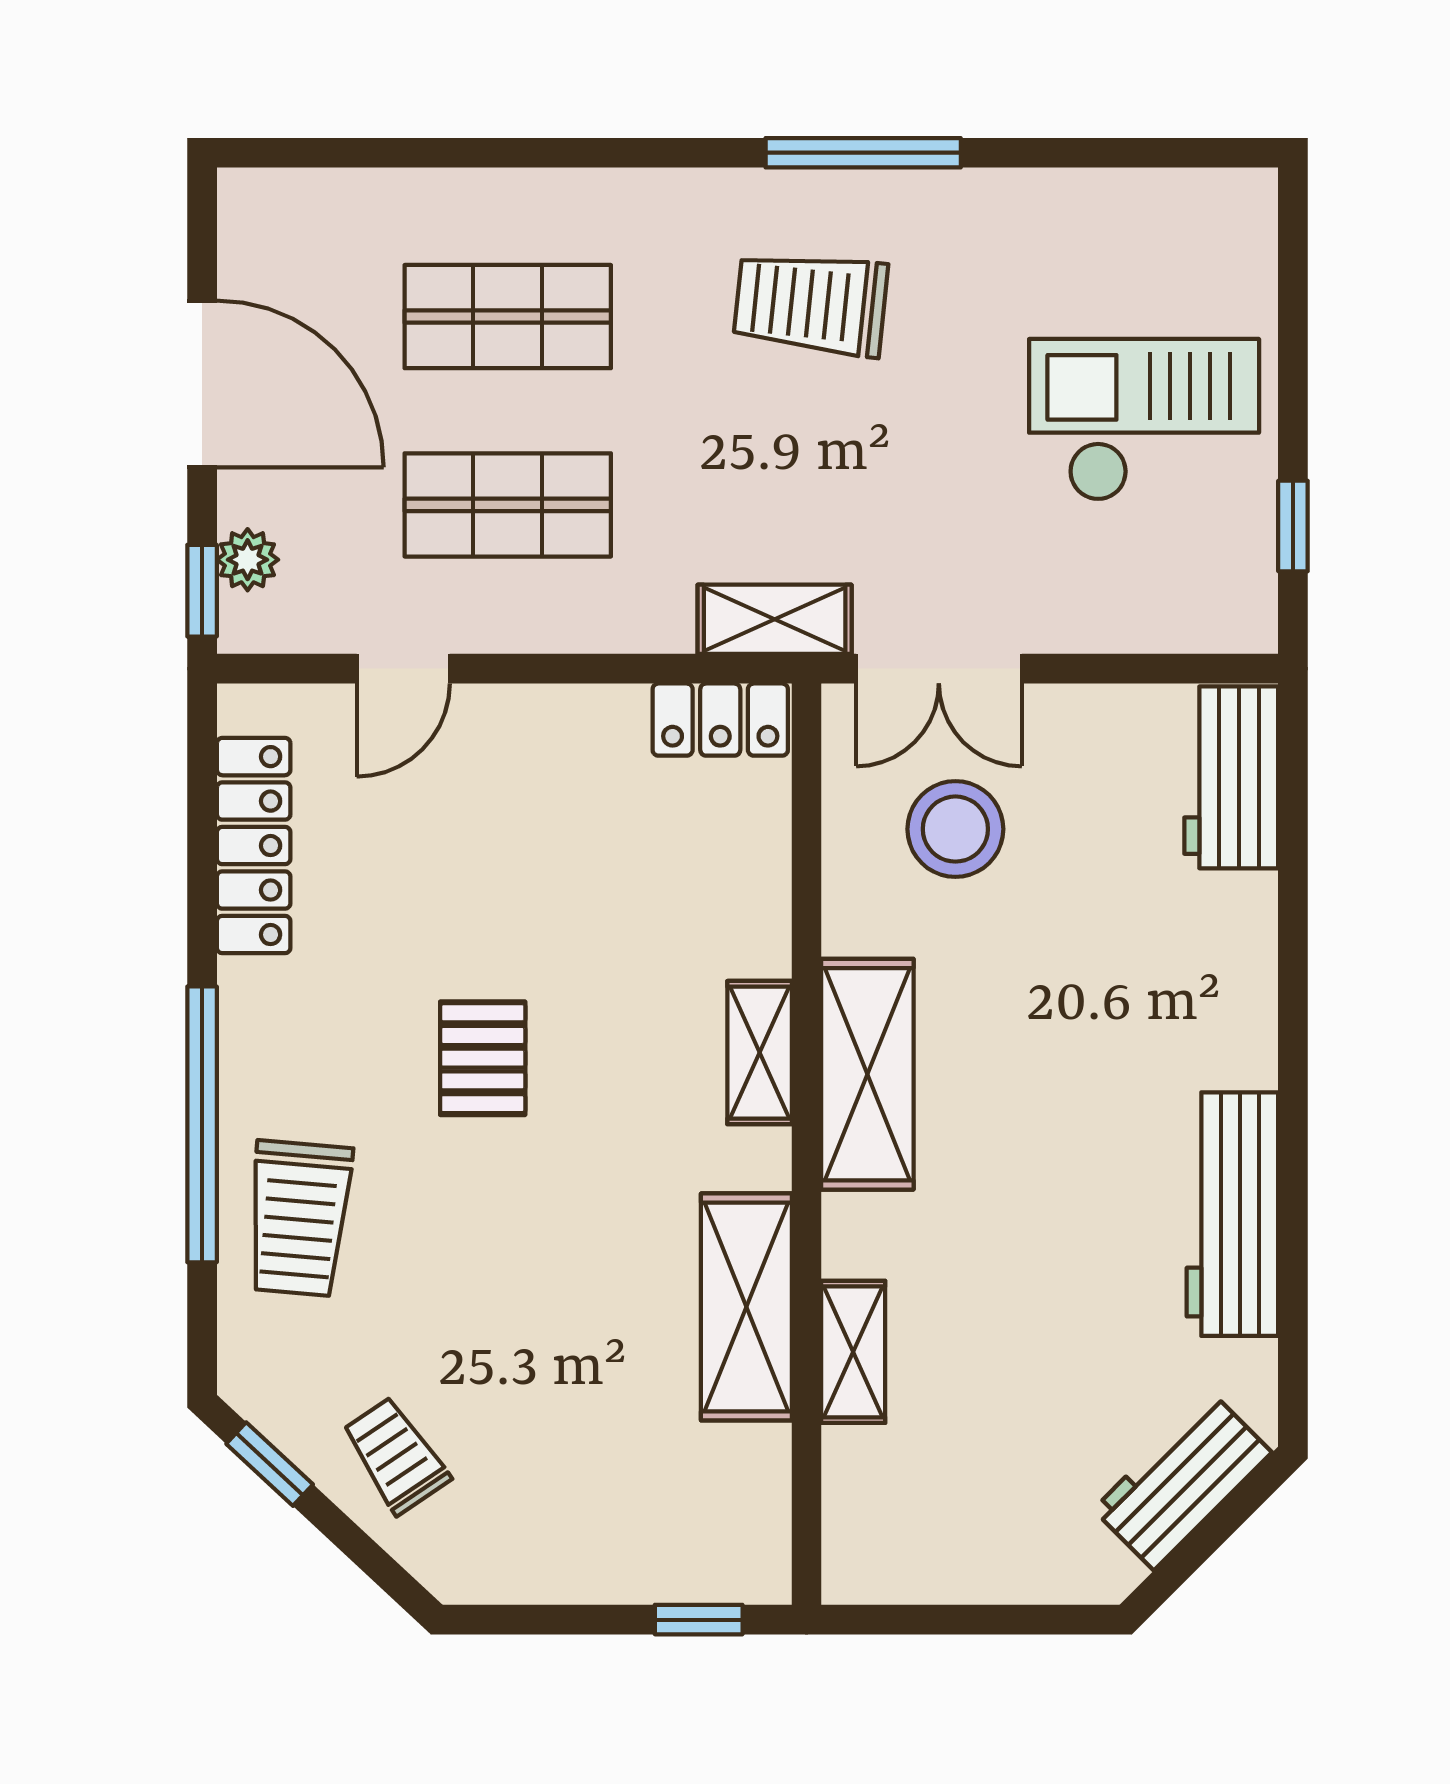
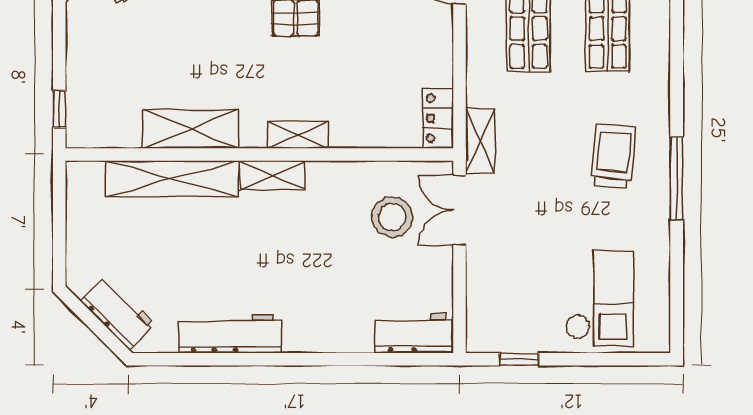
checkout: (1144, 420) -> (599, 299), moved
shelving: (867, 1074) -> (273, 175), width x0.67, depth x0.75
shelving: (853, 1352) -> (172, 179), width x2.20, depth x1.33

